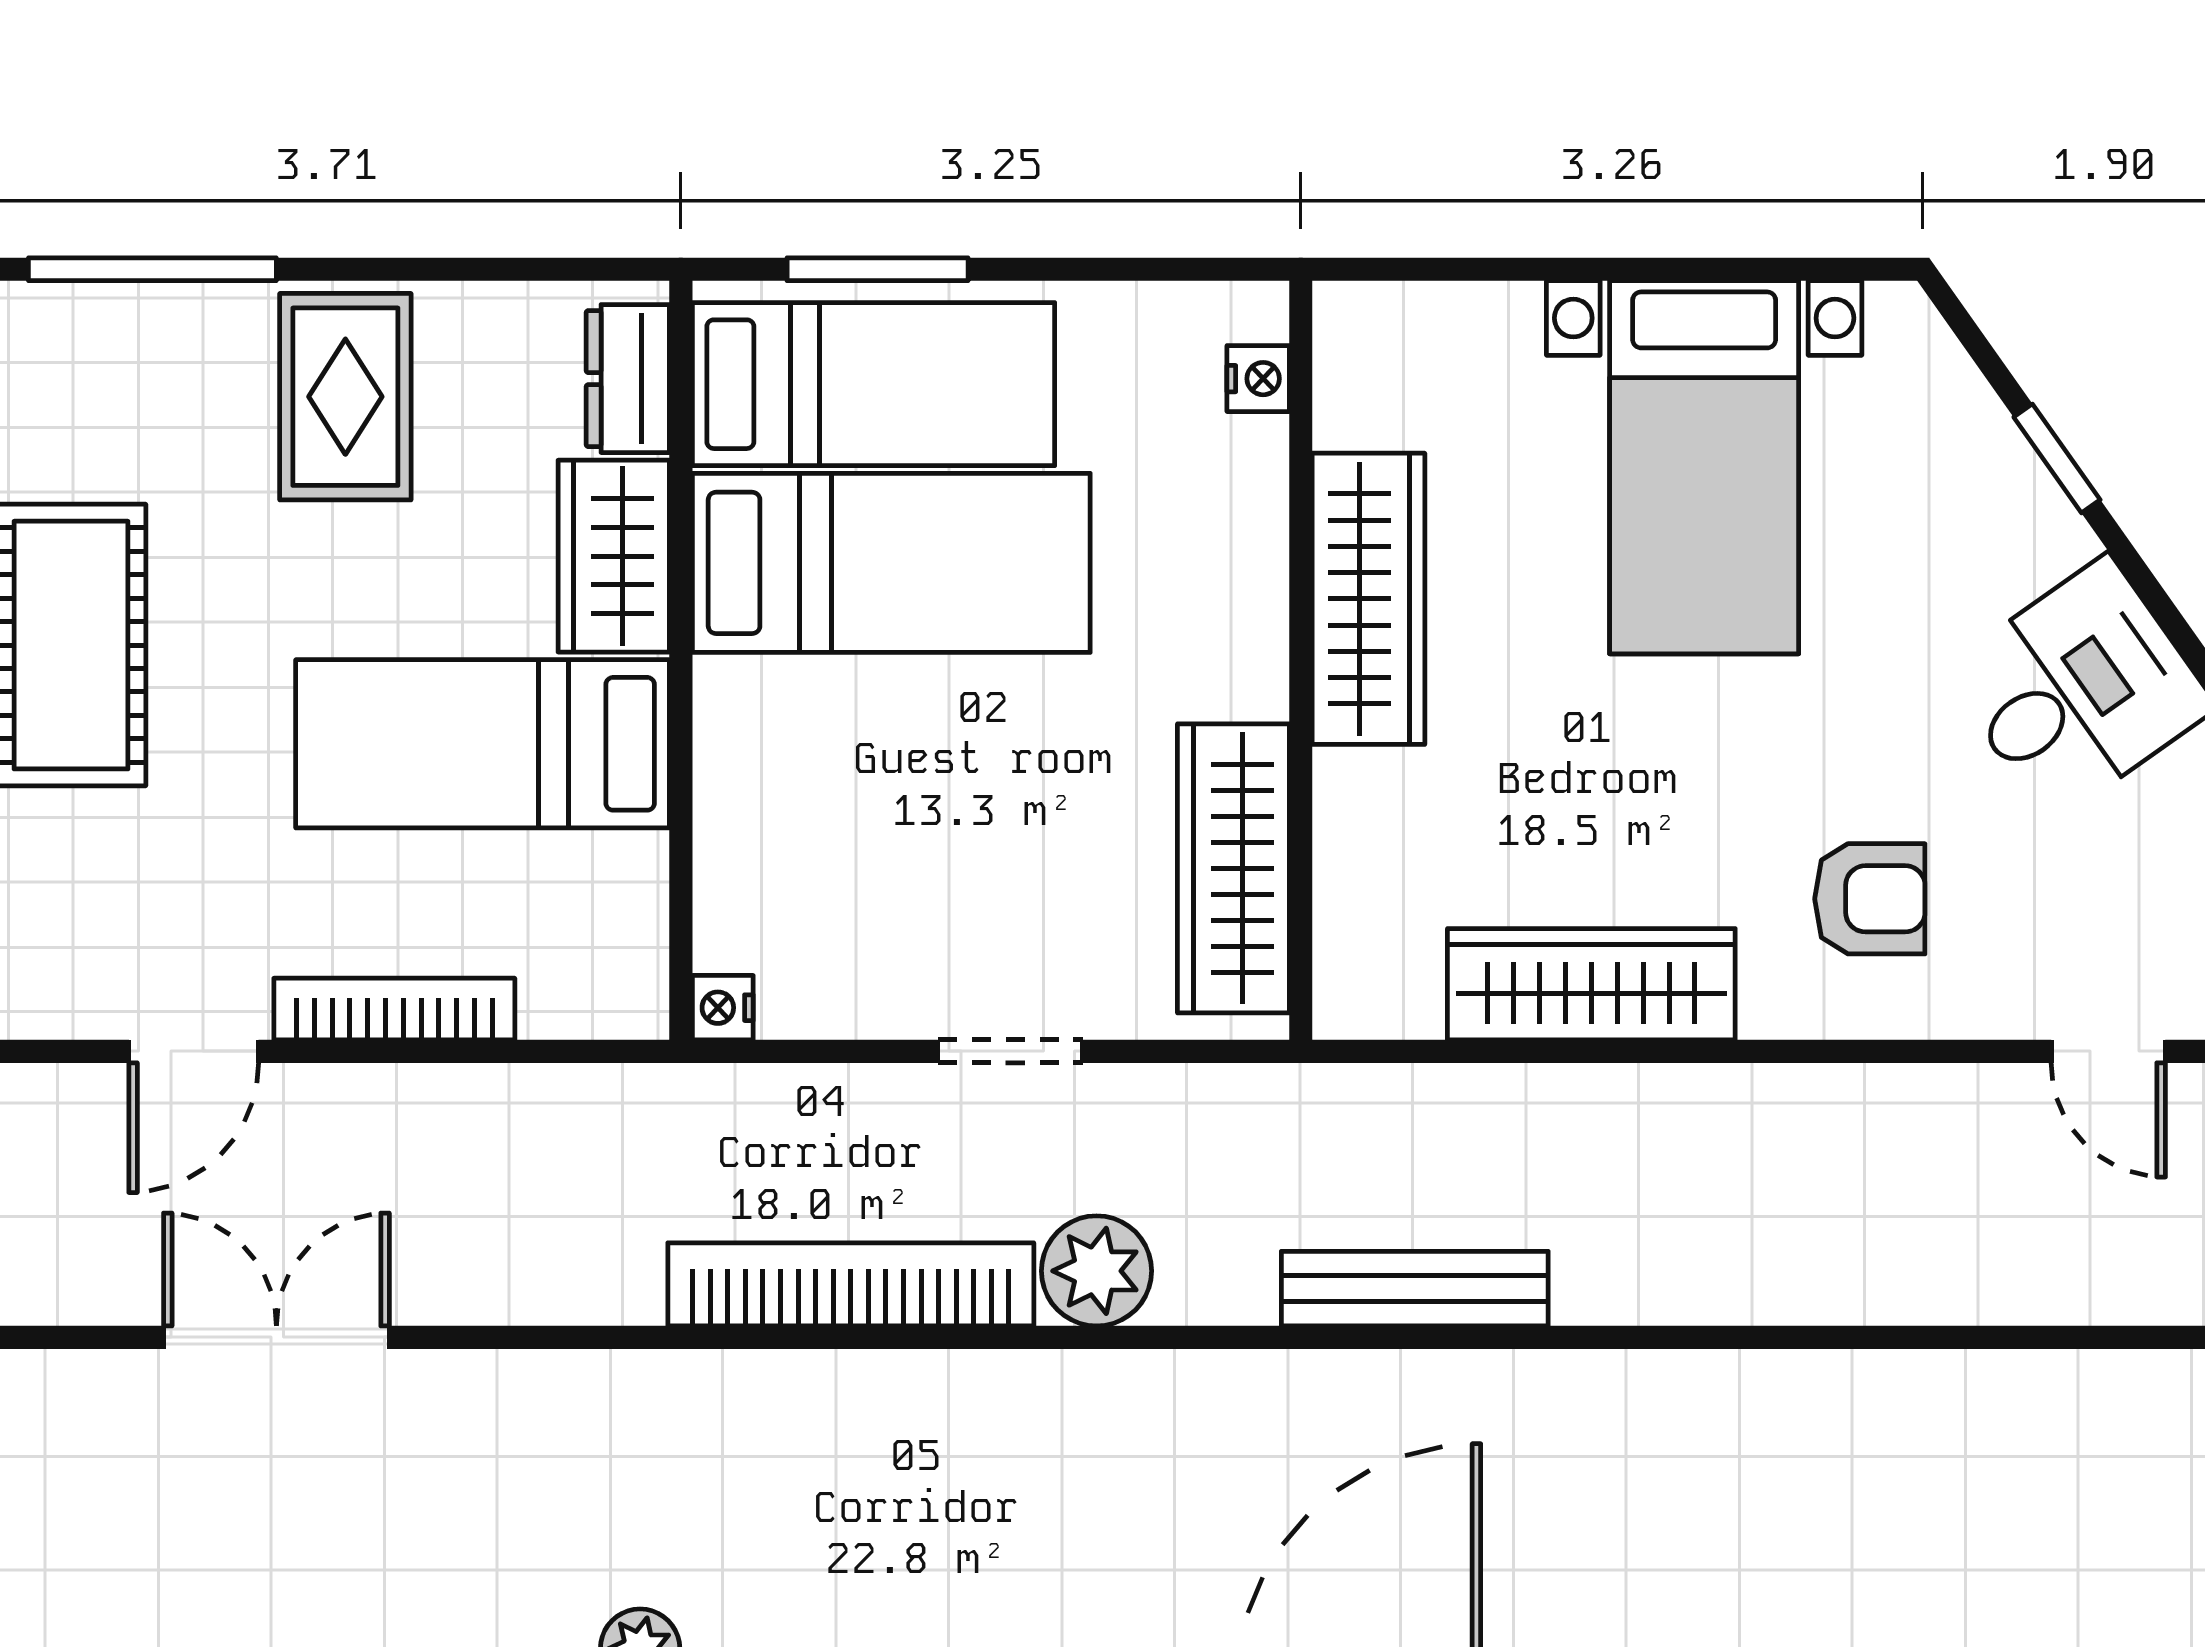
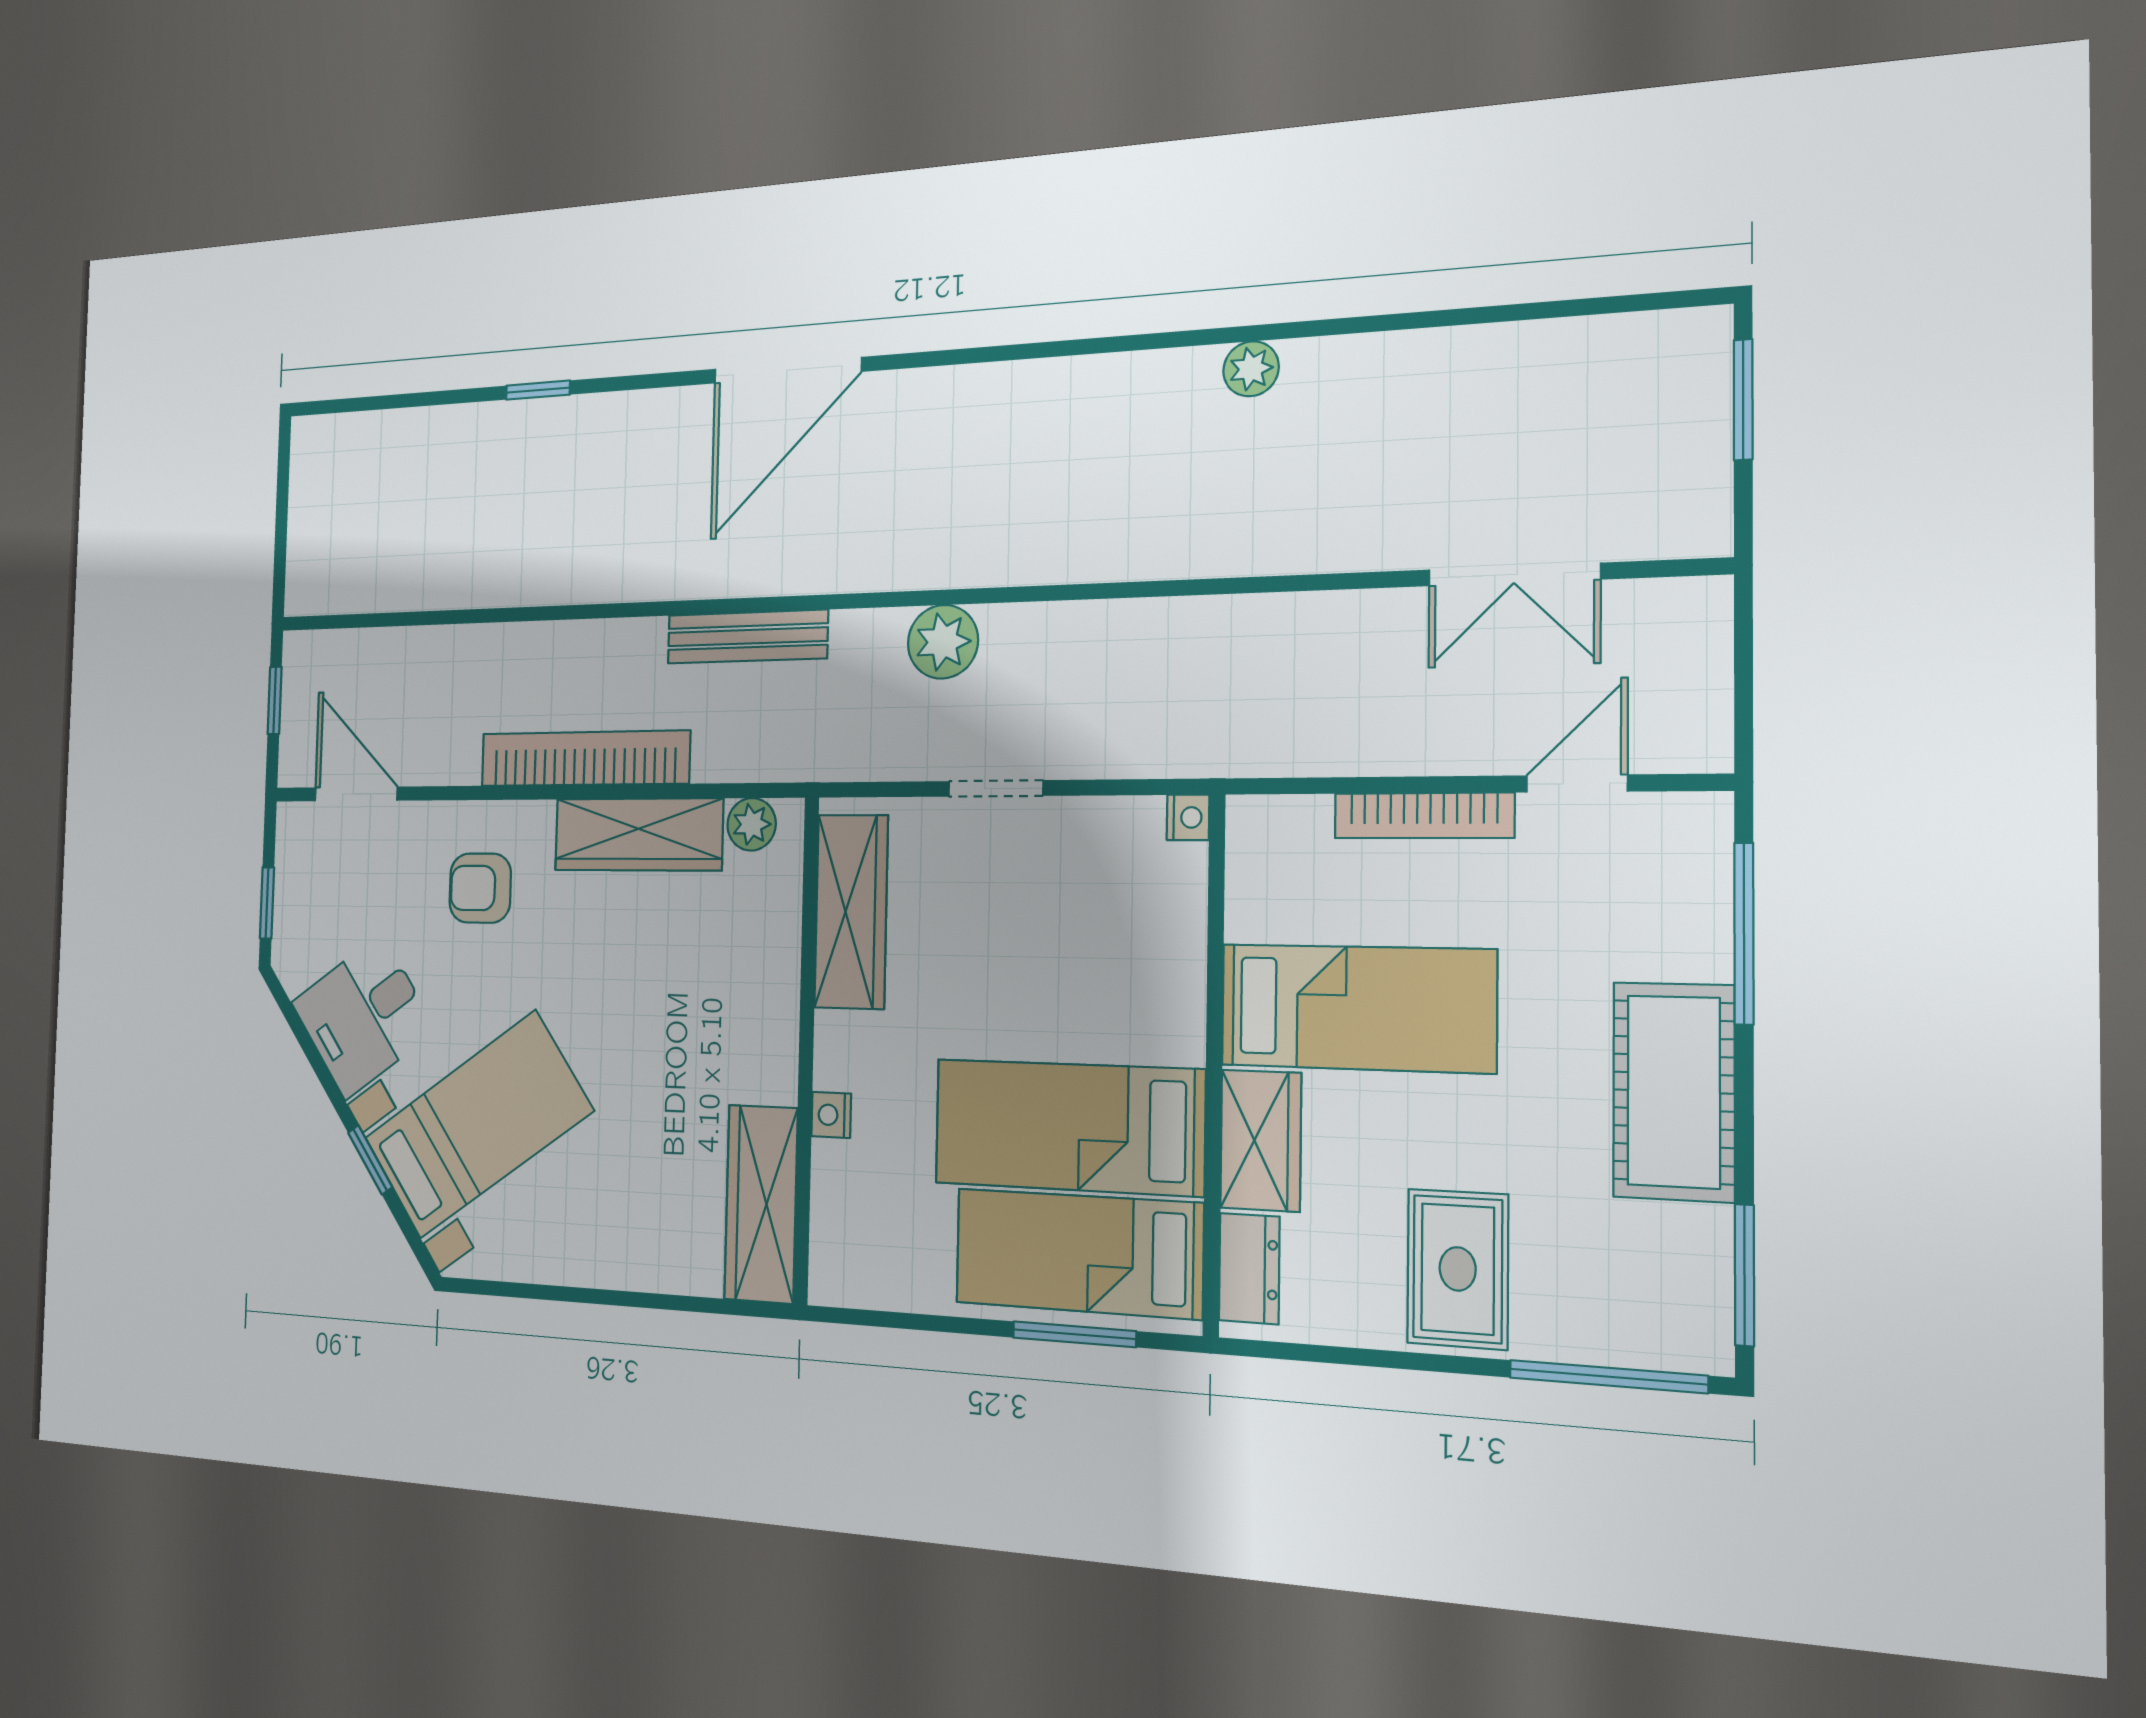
nightstand: (1258, 379) -> (831, 1115), moved
bed with nightstands: (1704, 467) -> (478, 1125), moved, turned 55
wardrobe: (1368, 599) -> (761, 1204), moved
plant: (1400, 1000) -> (752, 824), added
door: (2108, 1051) -> (356, 794), width x1.38
bookcase: (851, 1284) -> (585, 758), moved, turned 180

